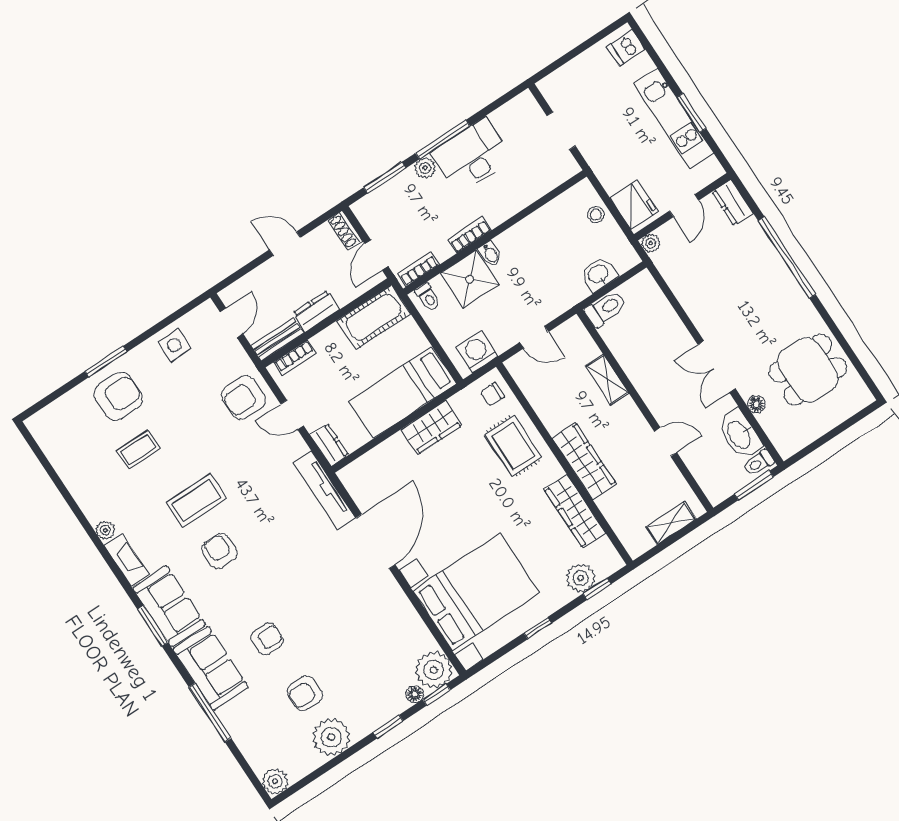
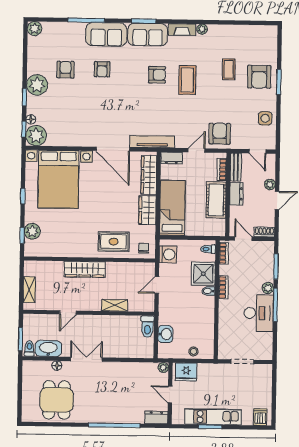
plant: (268, 271) -> (270, 184), added
cot: (374, 317) -> (216, 200), moved
wardrobe: (575, 511) -> (149, 175), moved, turned -90
plant: (331, 737) -> (37, 85), moved

